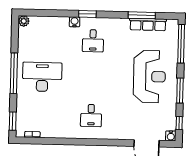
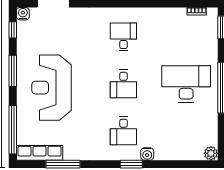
row of seats: (148, 24) -> (40, 153), moved
desk: (93, 41) -> (123, 131), turned 180
desk: (42, 77) -> (186, 84), turned 180
desk: (92, 78) -> (123, 84), added

